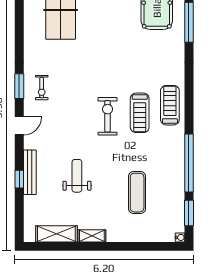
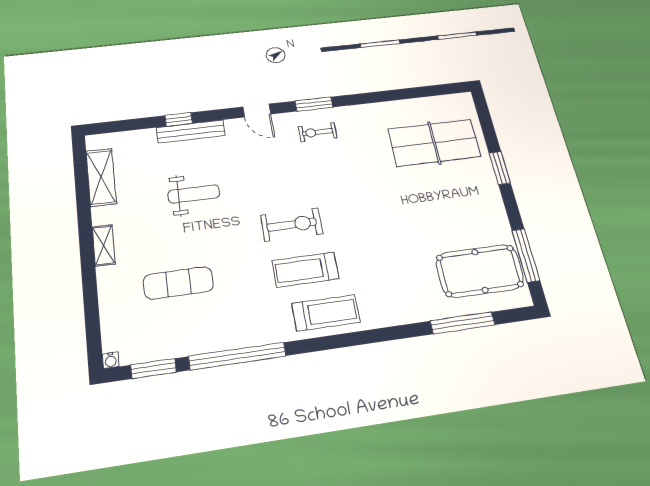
shelving: (92, 236) -> (104, 245), moved

